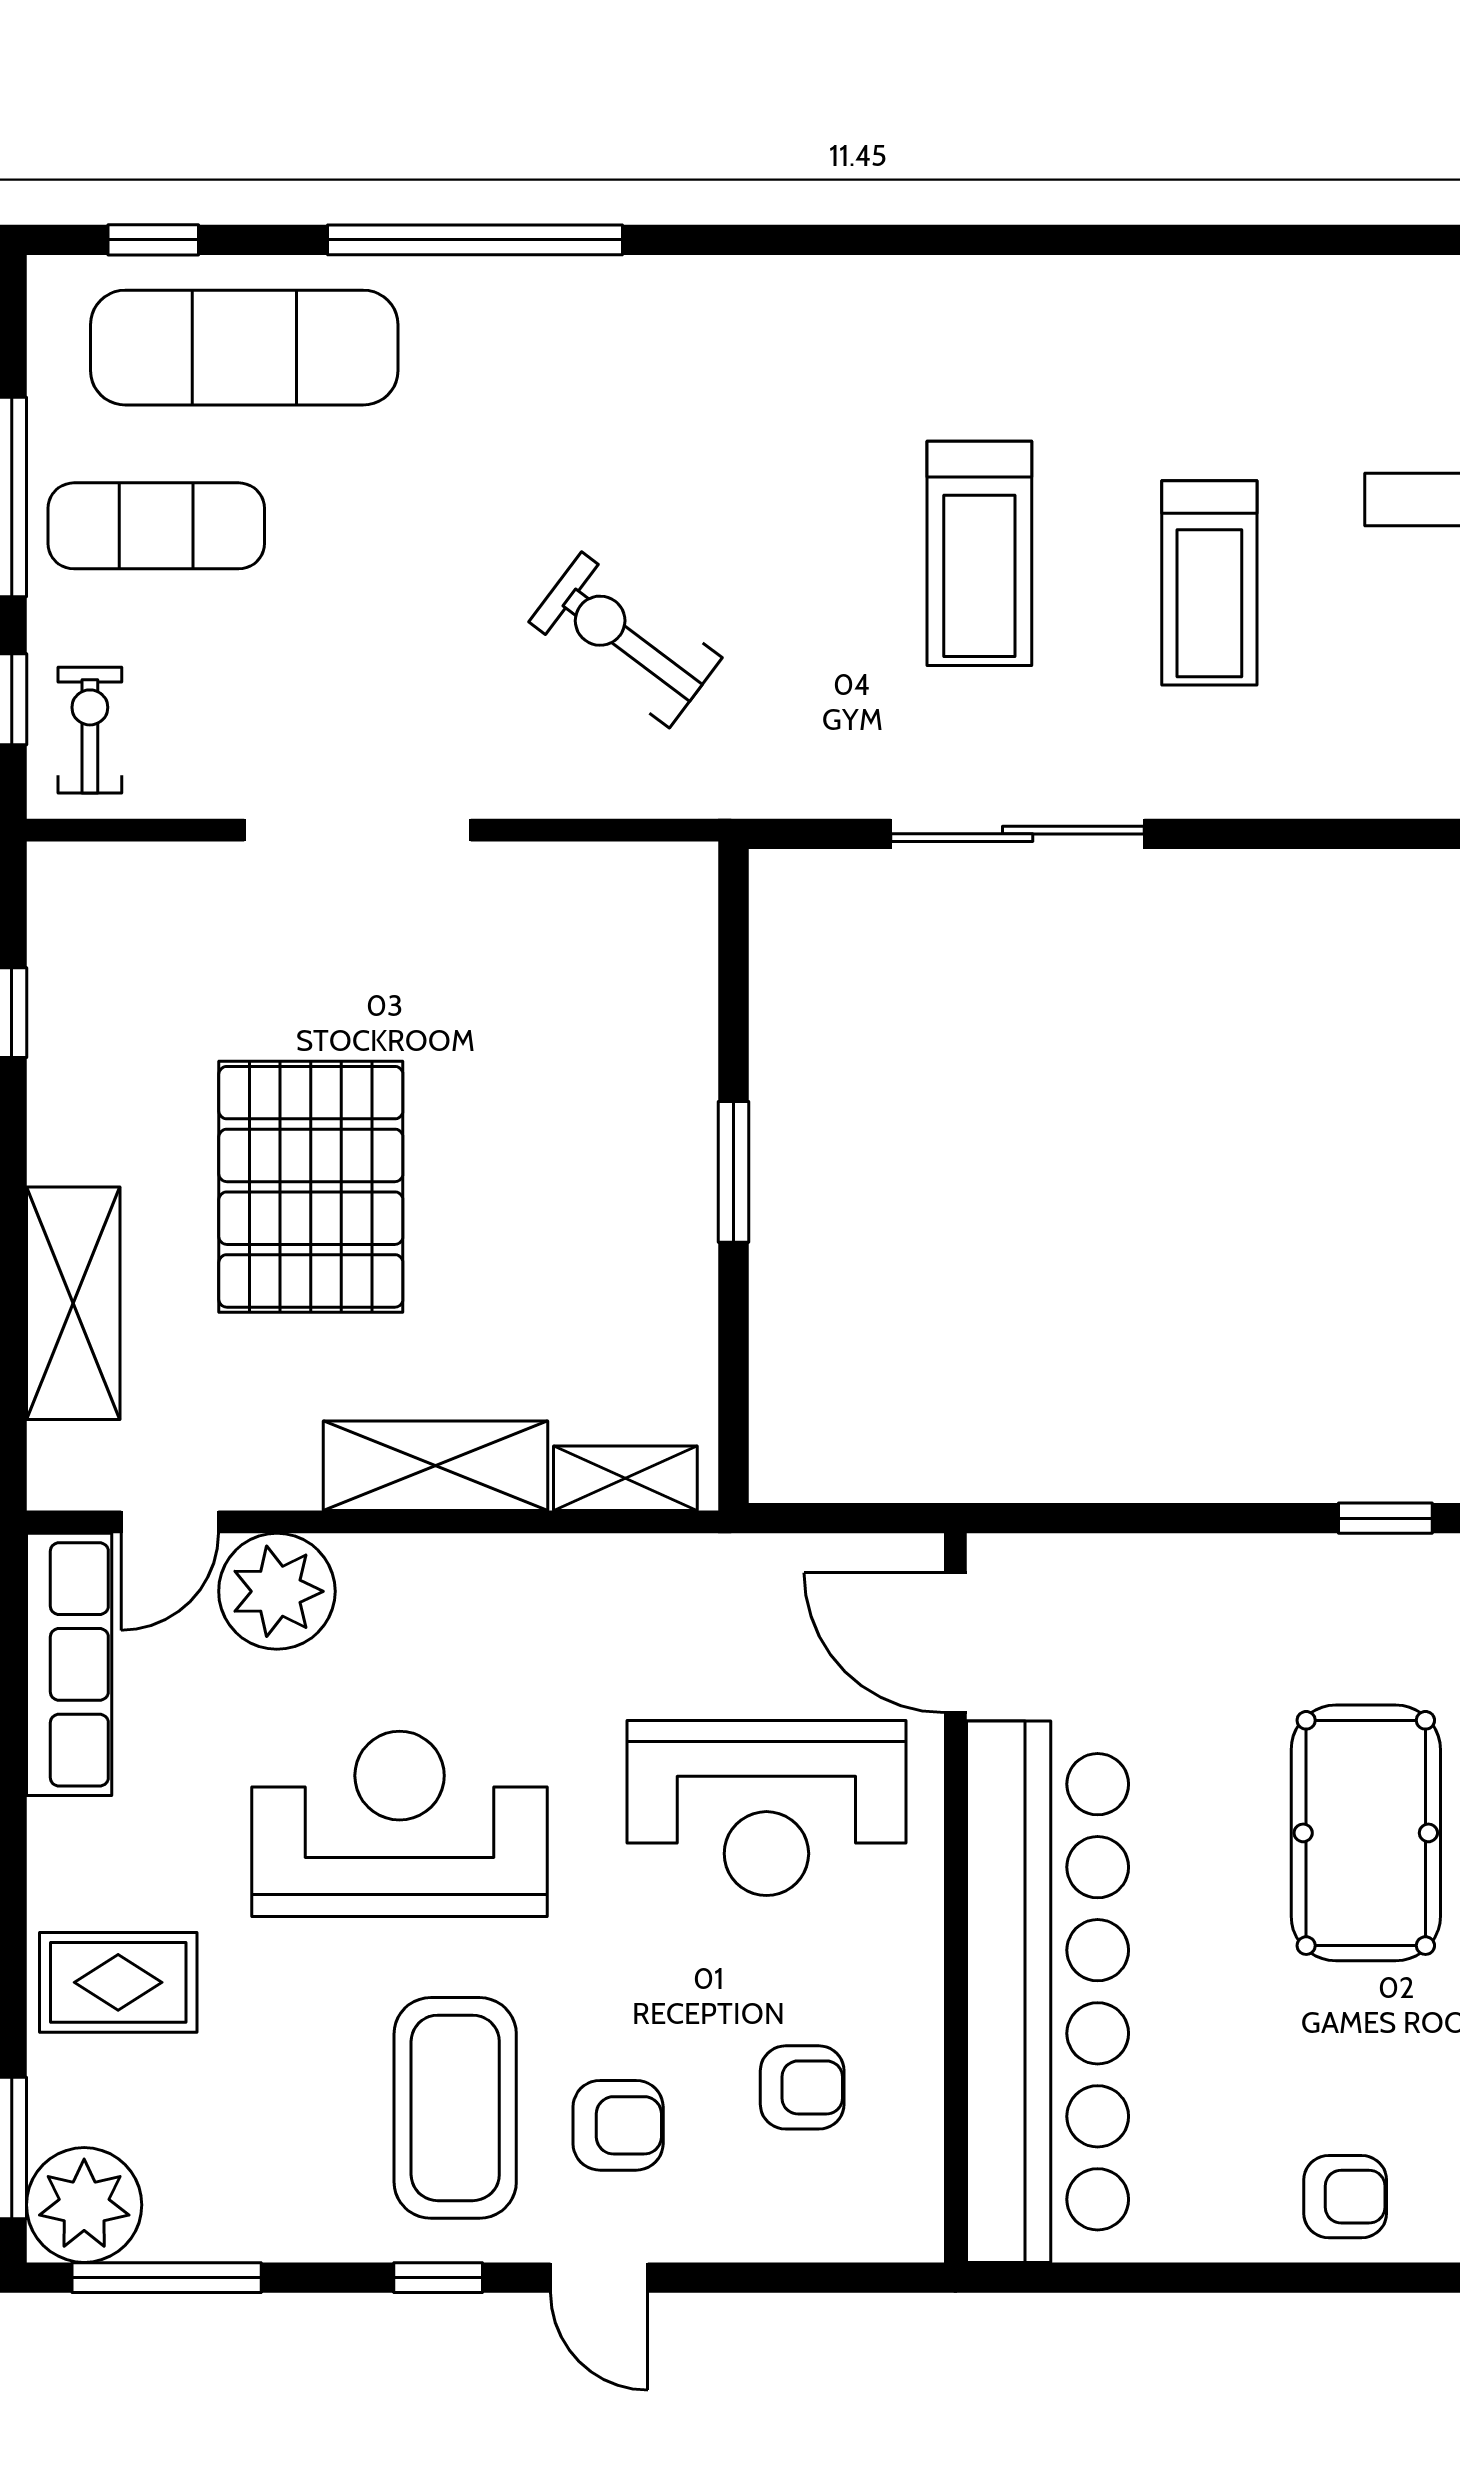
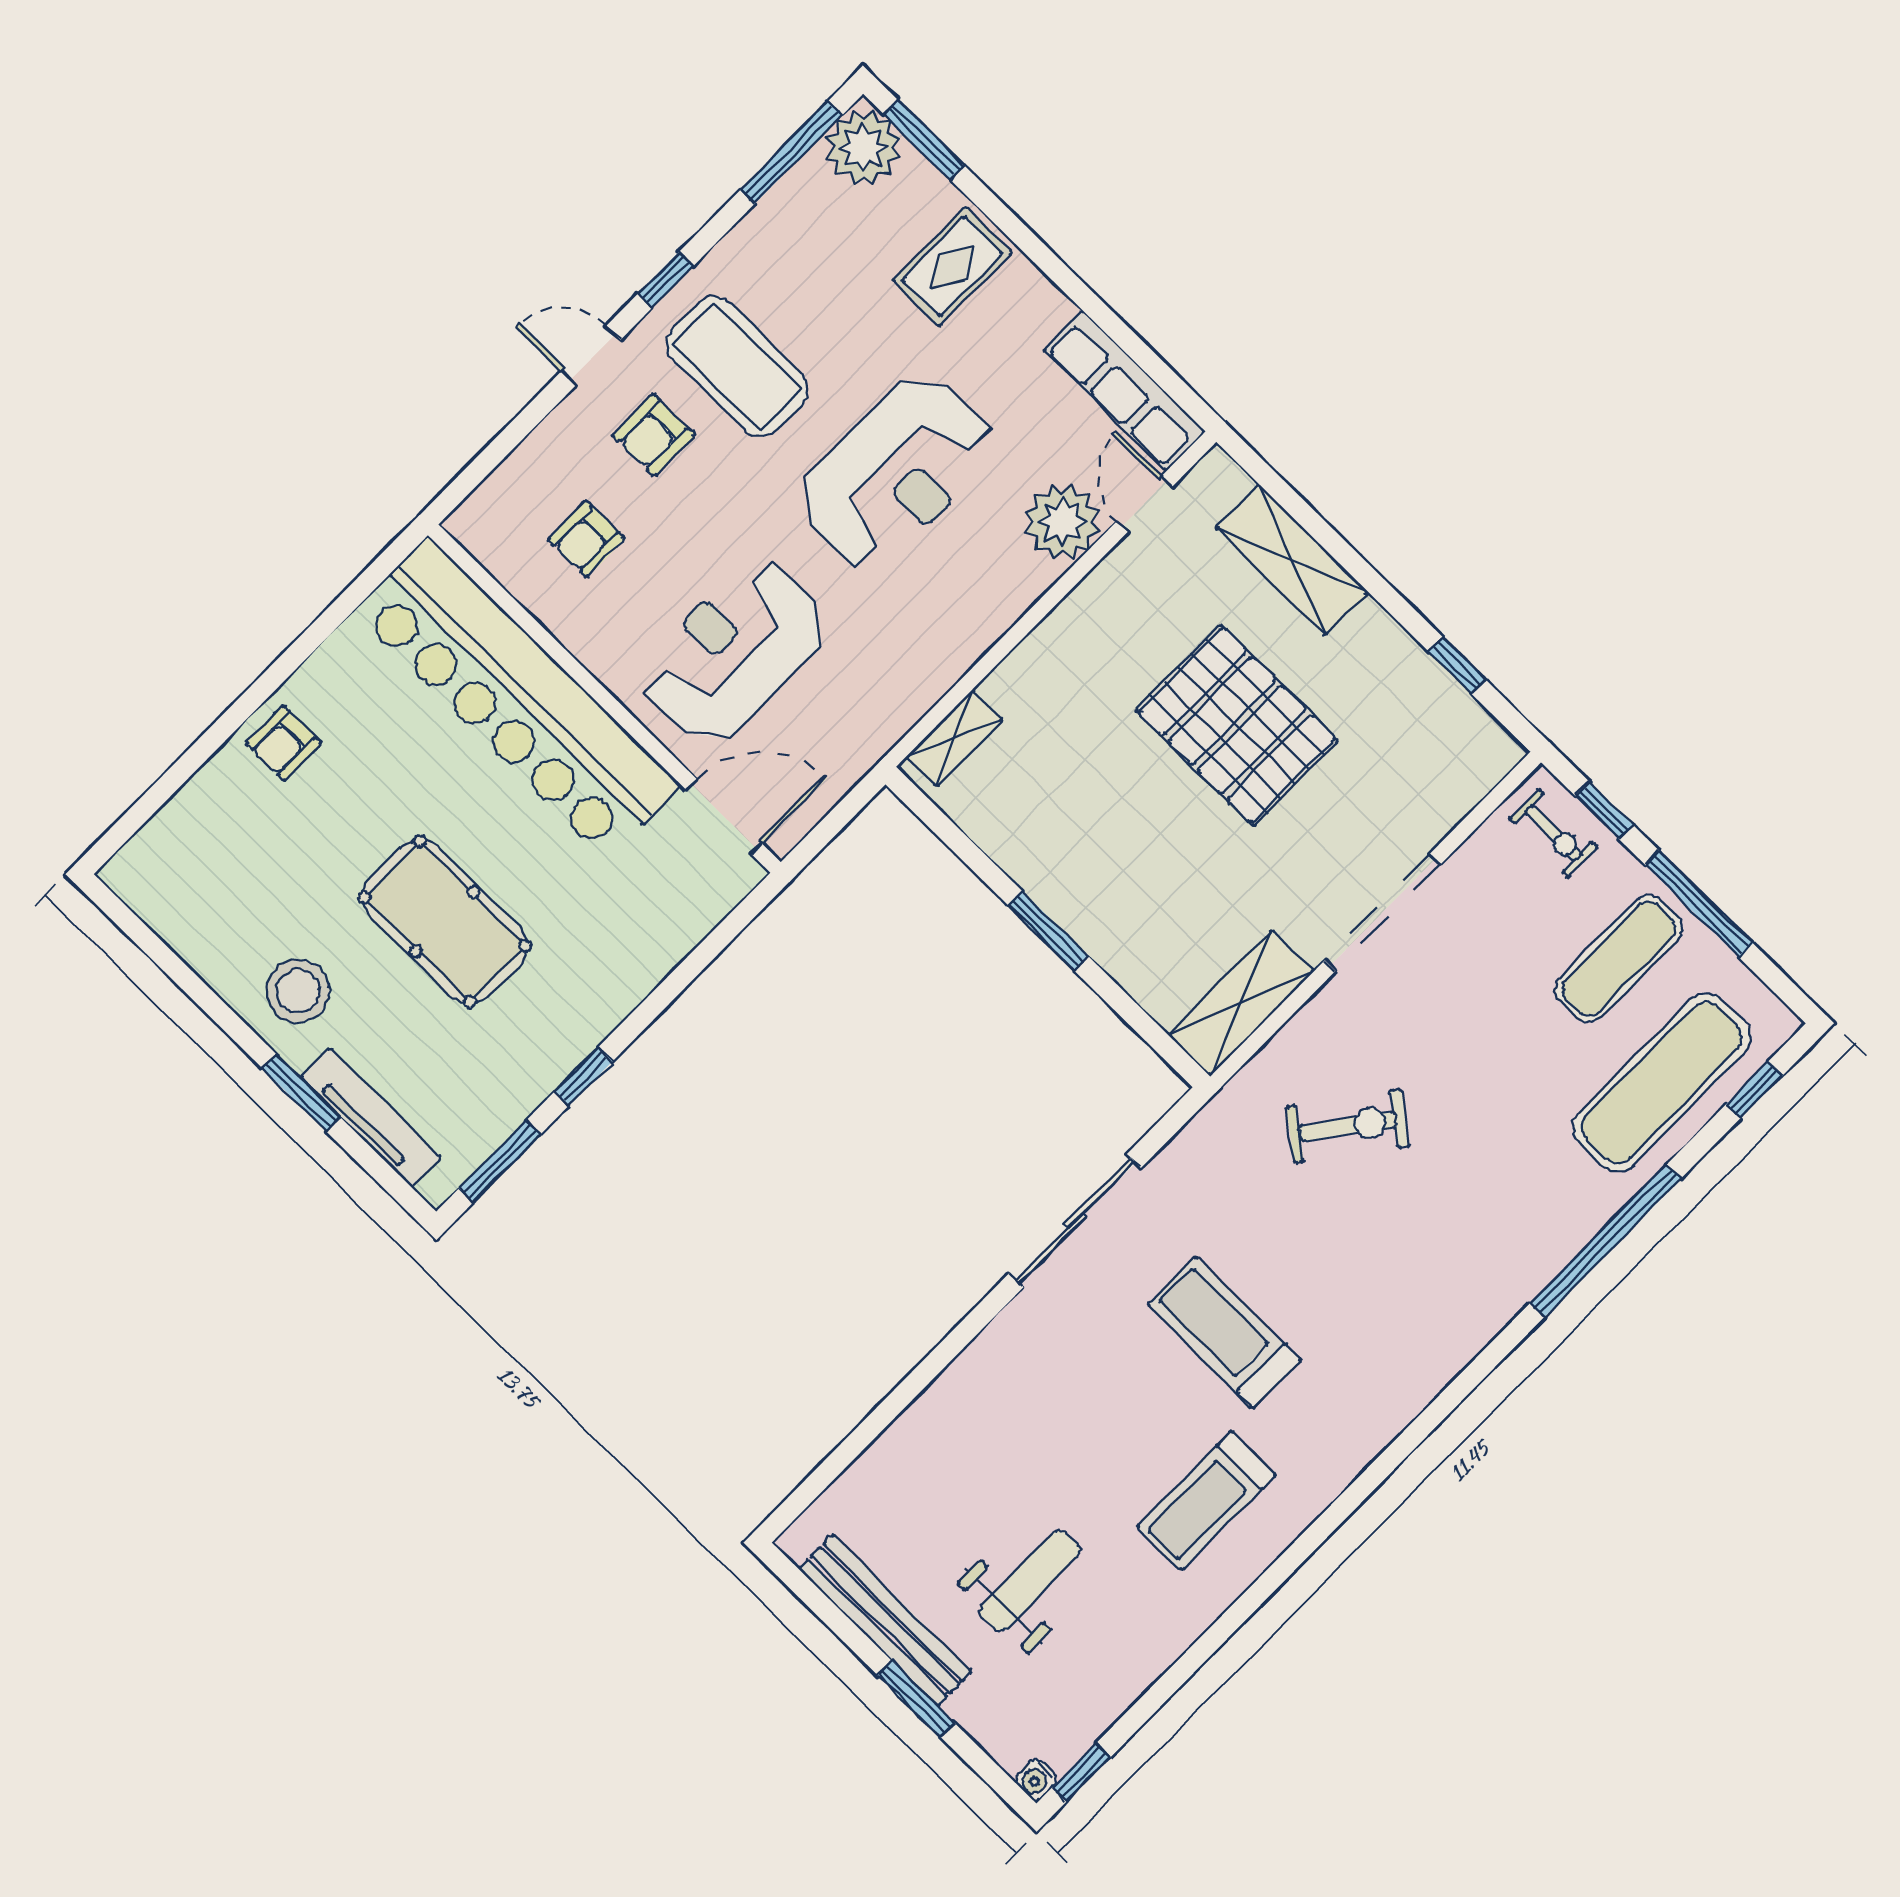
treadmill: (1209, 583) -> (1206, 1501), moved, turned -90
shelving: (436, 1466) -> (1241, 1003), moved

